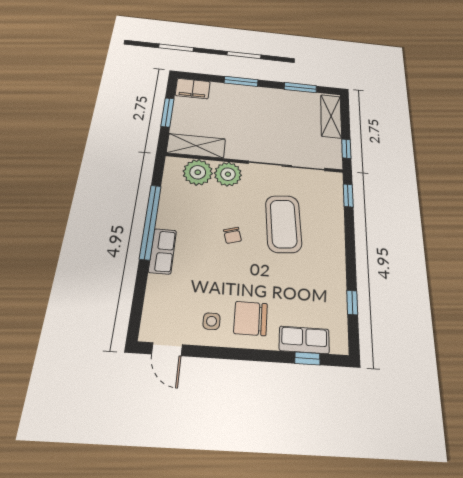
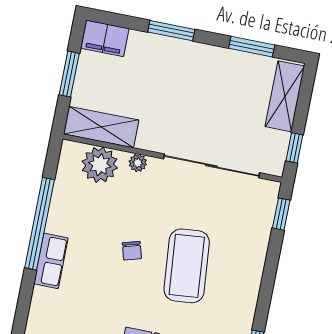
plant: (228, 174) -> (138, 163), width x0.53, depth x0.53
coffee table: (283, 224) -> (187, 266), moved

